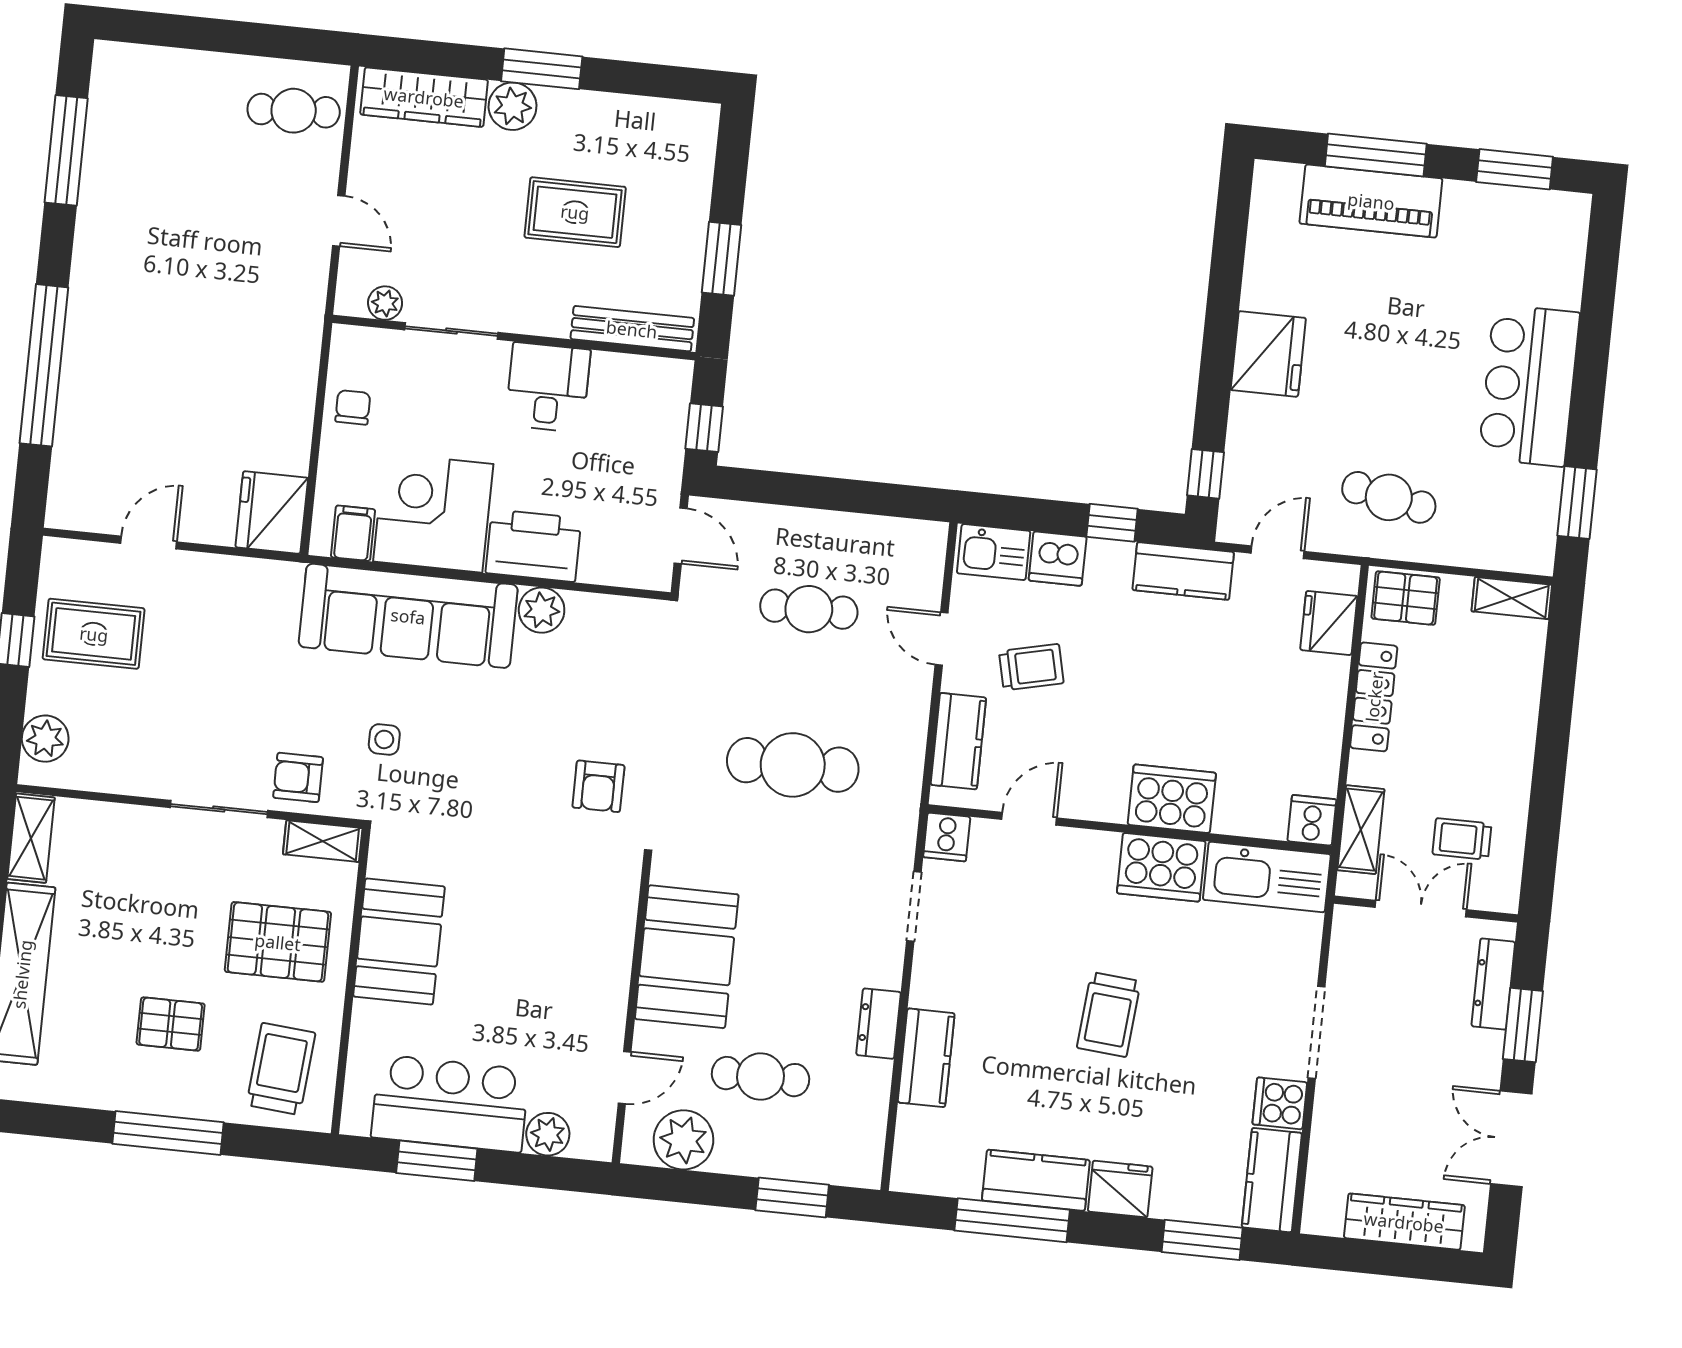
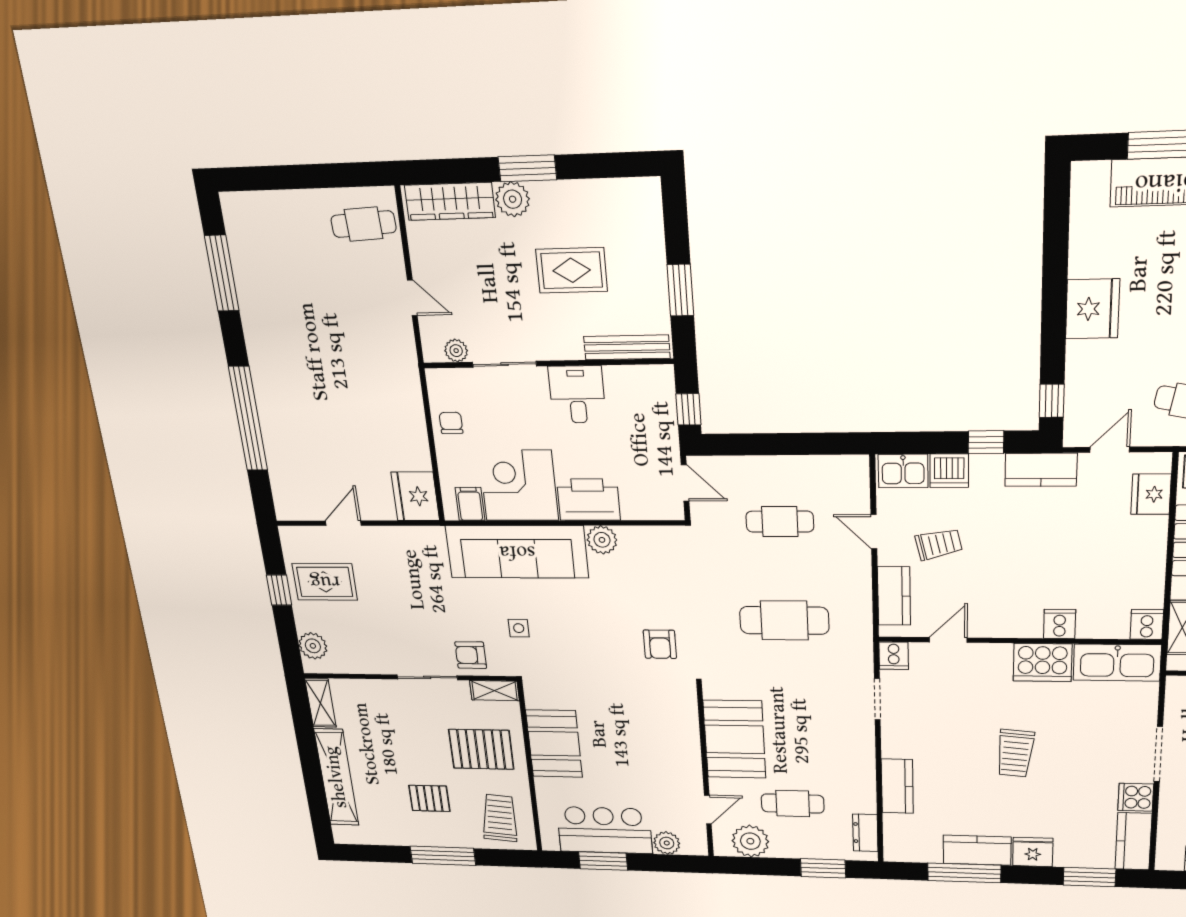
cooker: (1172, 799) -> (1060, 624), width x0.53, depth x0.76
dresser: (879, 1024) -> (865, 833), moved

